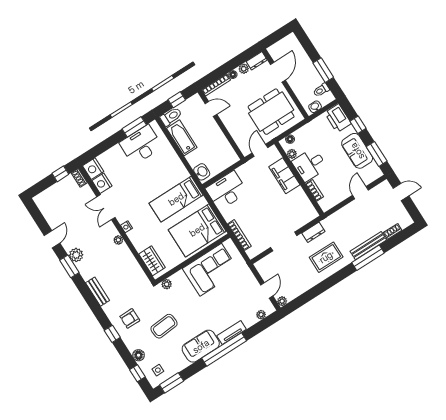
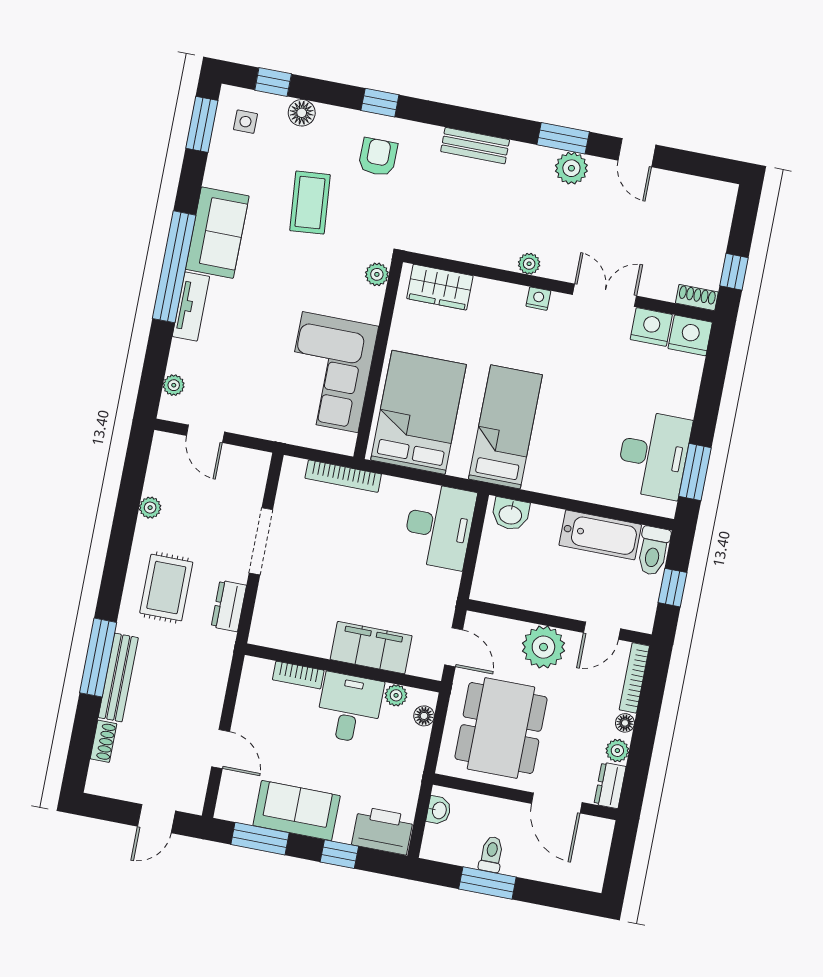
toilet: (321, 90) -> (491, 854), moved
plant: (233, 122) -> (543, 647), added
plant: (282, 301) -> (150, 508), moved

